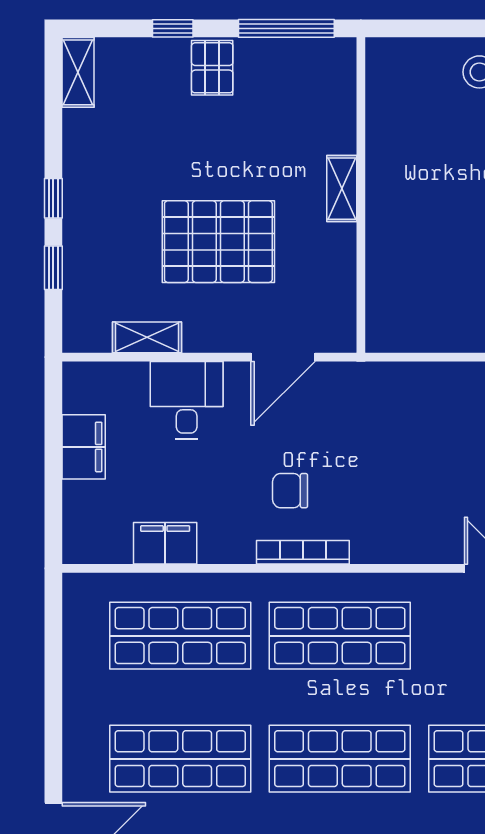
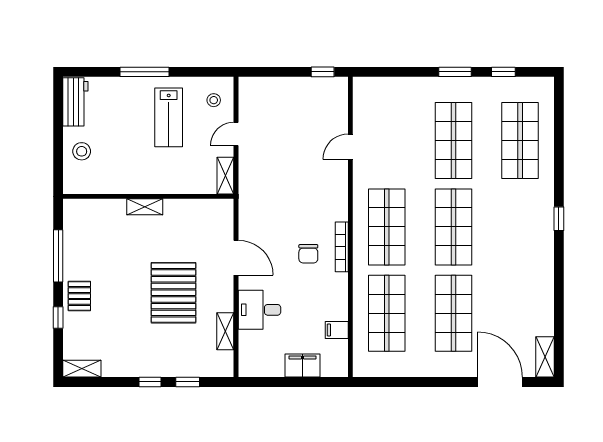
pallet: (212, 68) -> (79, 296), turned 90
shelving: (342, 189) -> (145, 207), moved
wall: (361, 195) -> (148, 196), moved
shelving: (435, 337) -> (225, 176), added
filing cabinet: (84, 447) -> (302, 366), moved
filing cabinet: (165, 543) -> (337, 330), width x0.50

